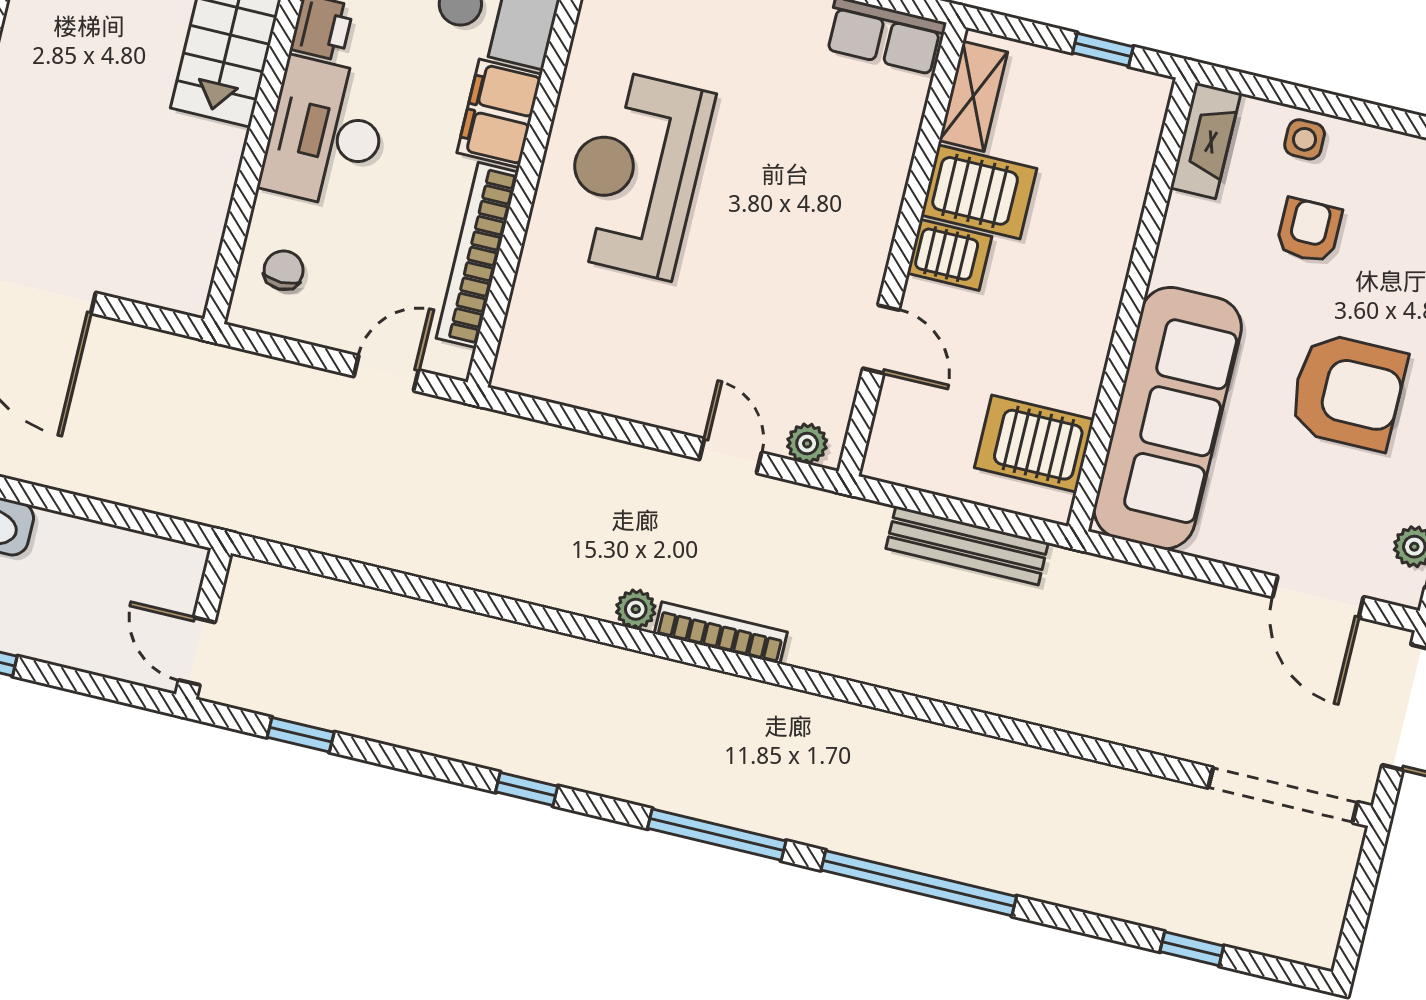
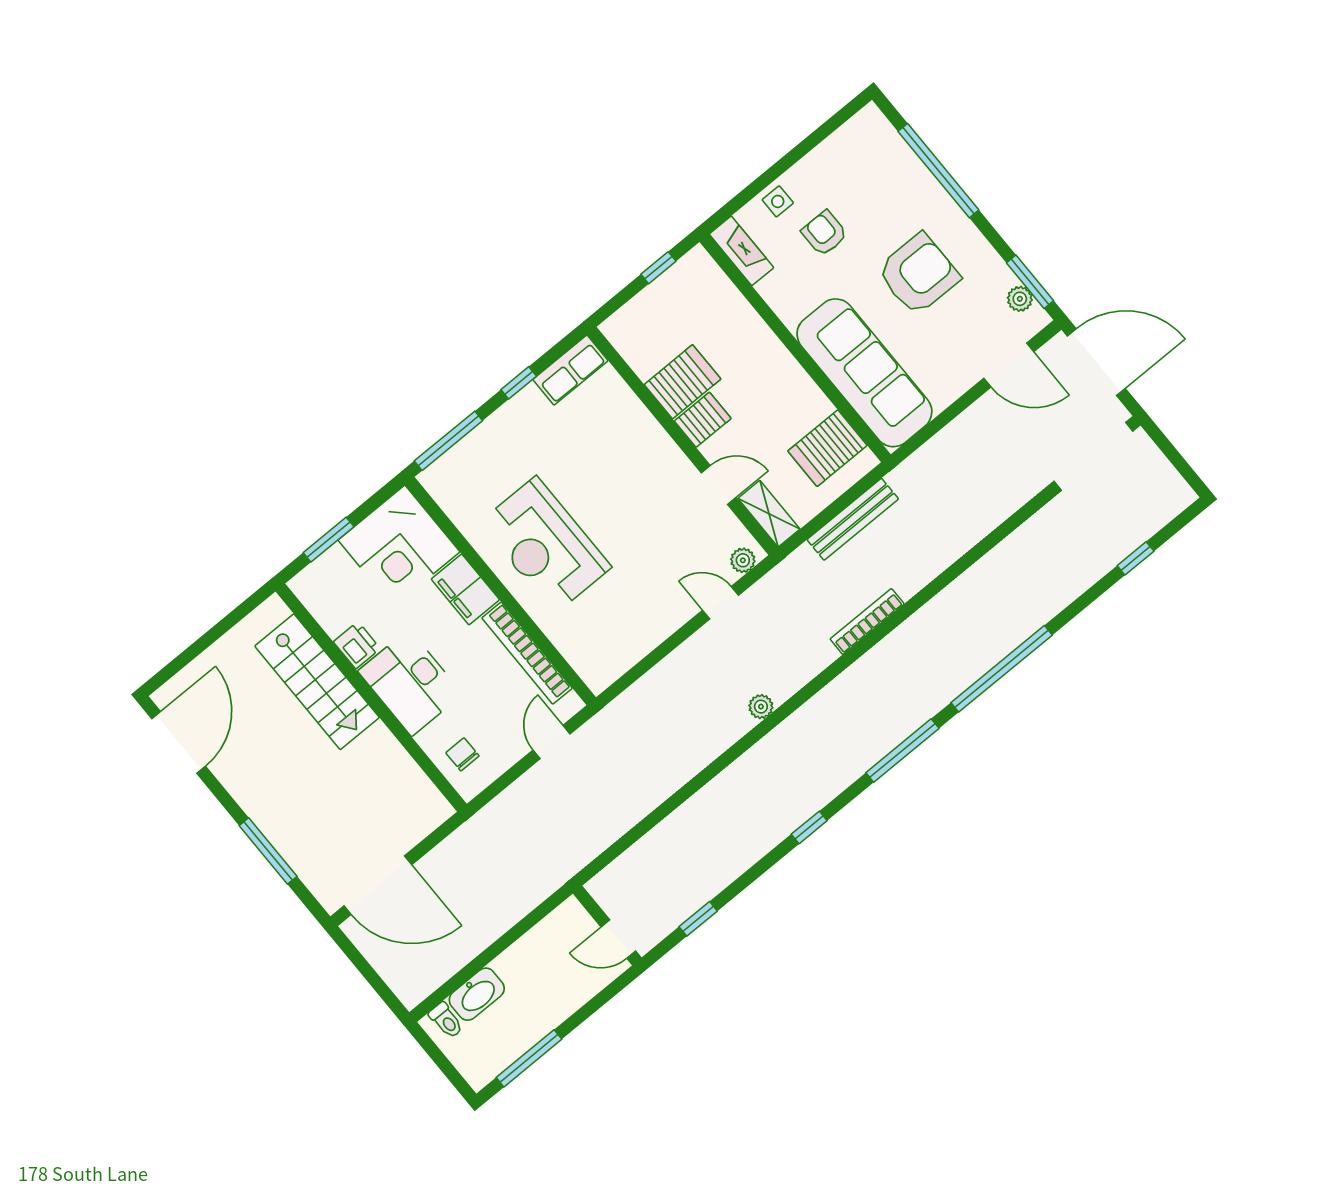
shelving: (973, 96) -> (769, 514), moved
bookcase: (721, 633) -> (867, 622), moved

